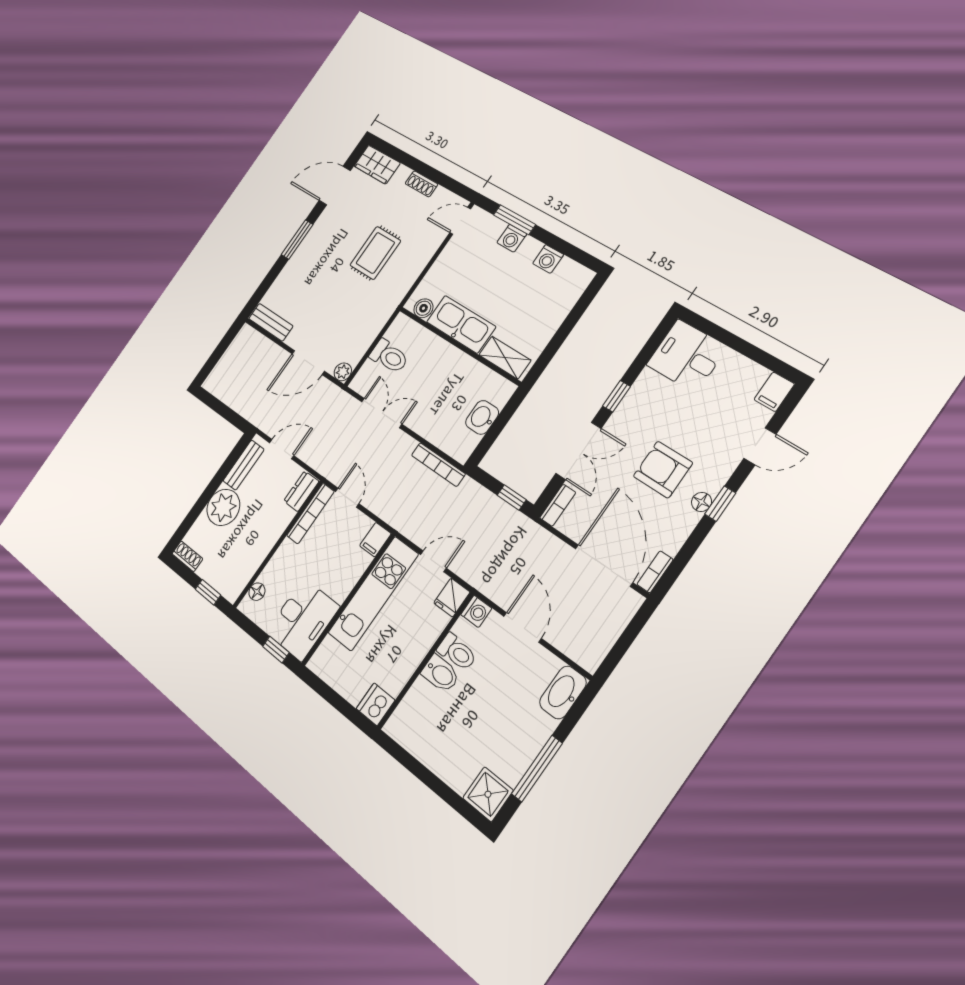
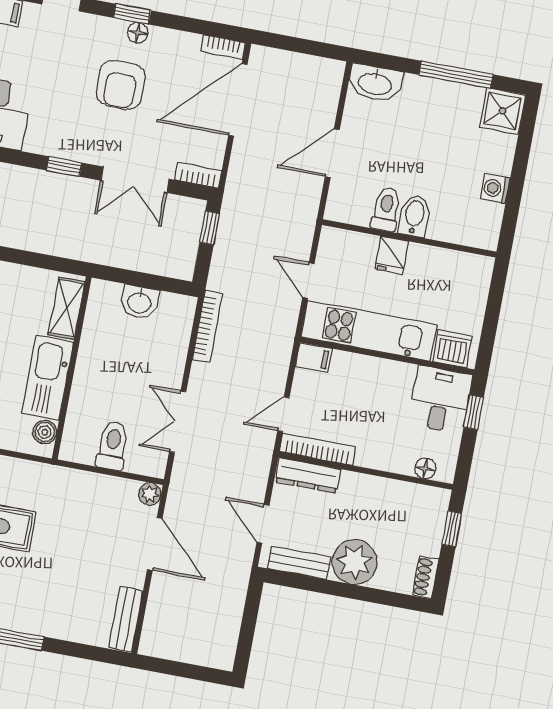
double door: (578, 451) -> (135, 180), swing flipped
dresser: (301, 491) -> (308, 475), width x1.44
fridge: (452, 598) -> (392, 255), moved, turned 90
washing machine: (476, 611) -> (495, 188), moved, turned -90
desk: (303, 620) -> (440, 400), width x0.73
dishwasher: (376, 704) -> (452, 349), moved, turned 180

